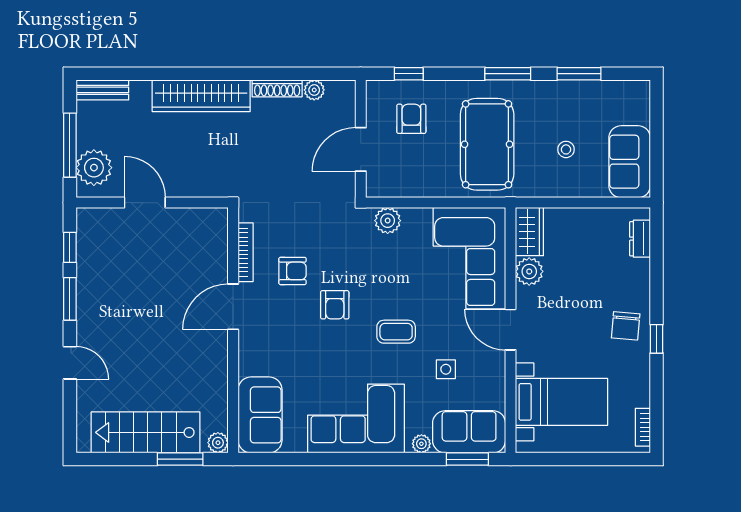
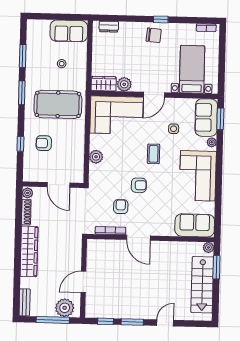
wall: (361, 139) -> (53, 185), moved
door: (361, 149) -> (58, 185), moved

